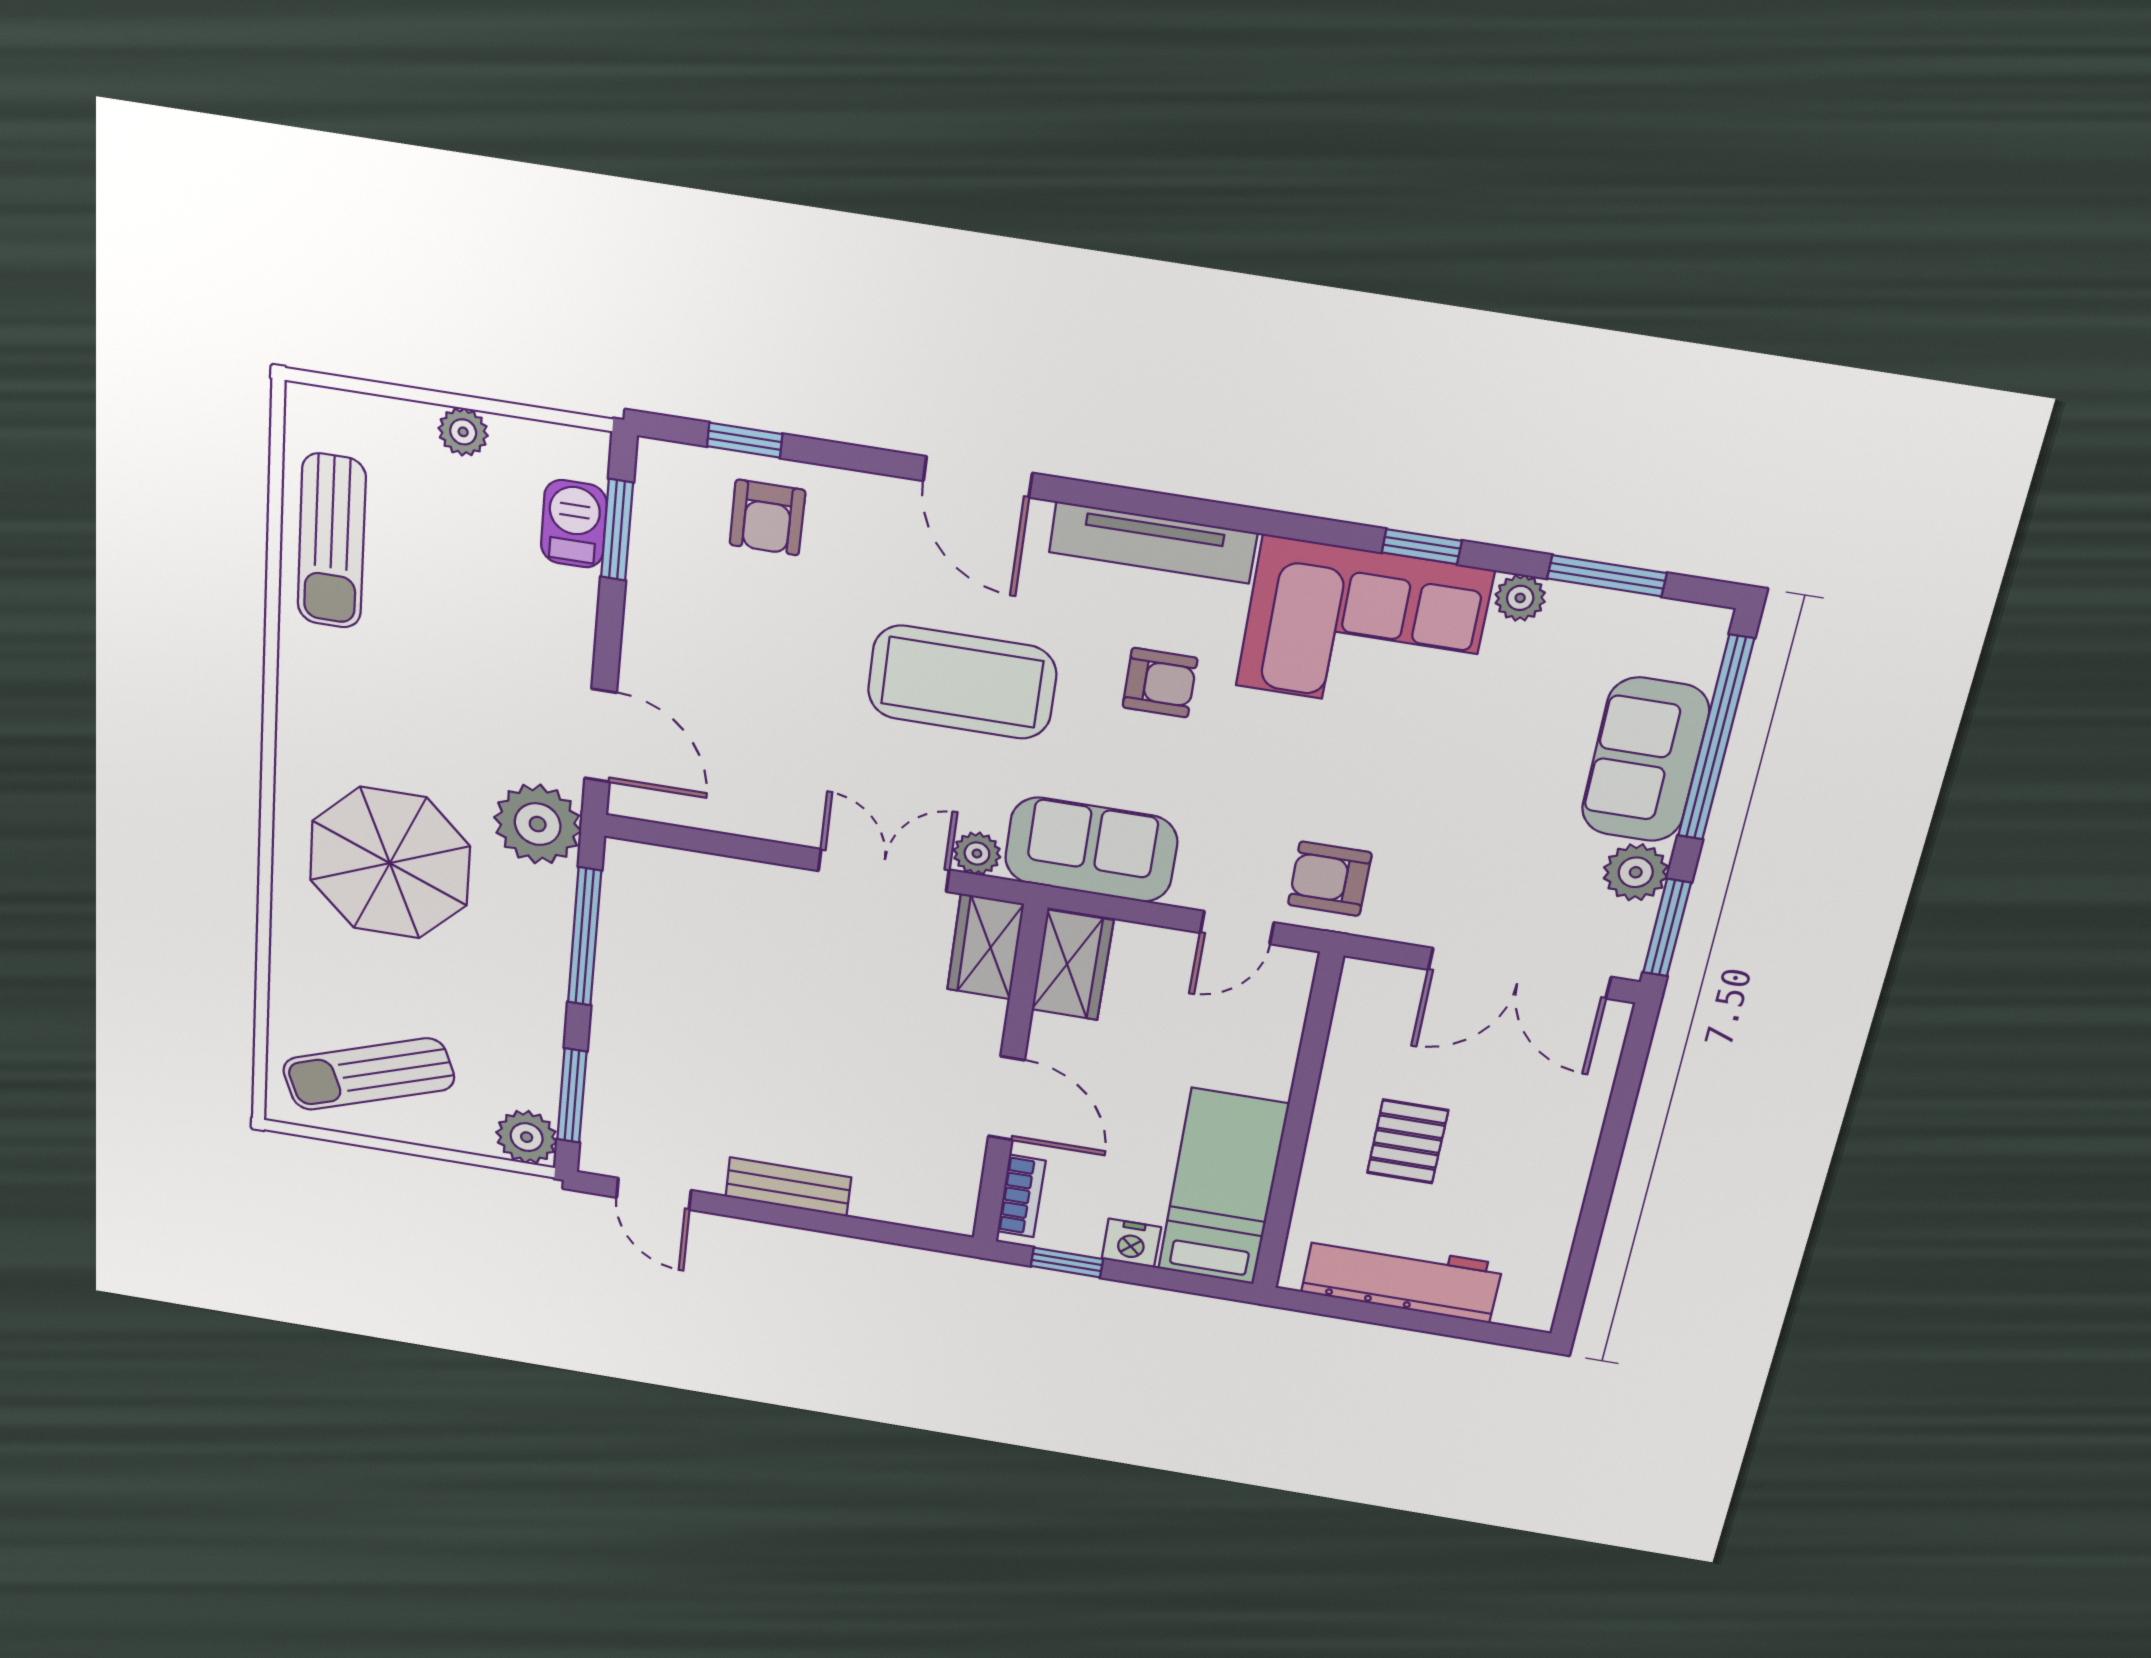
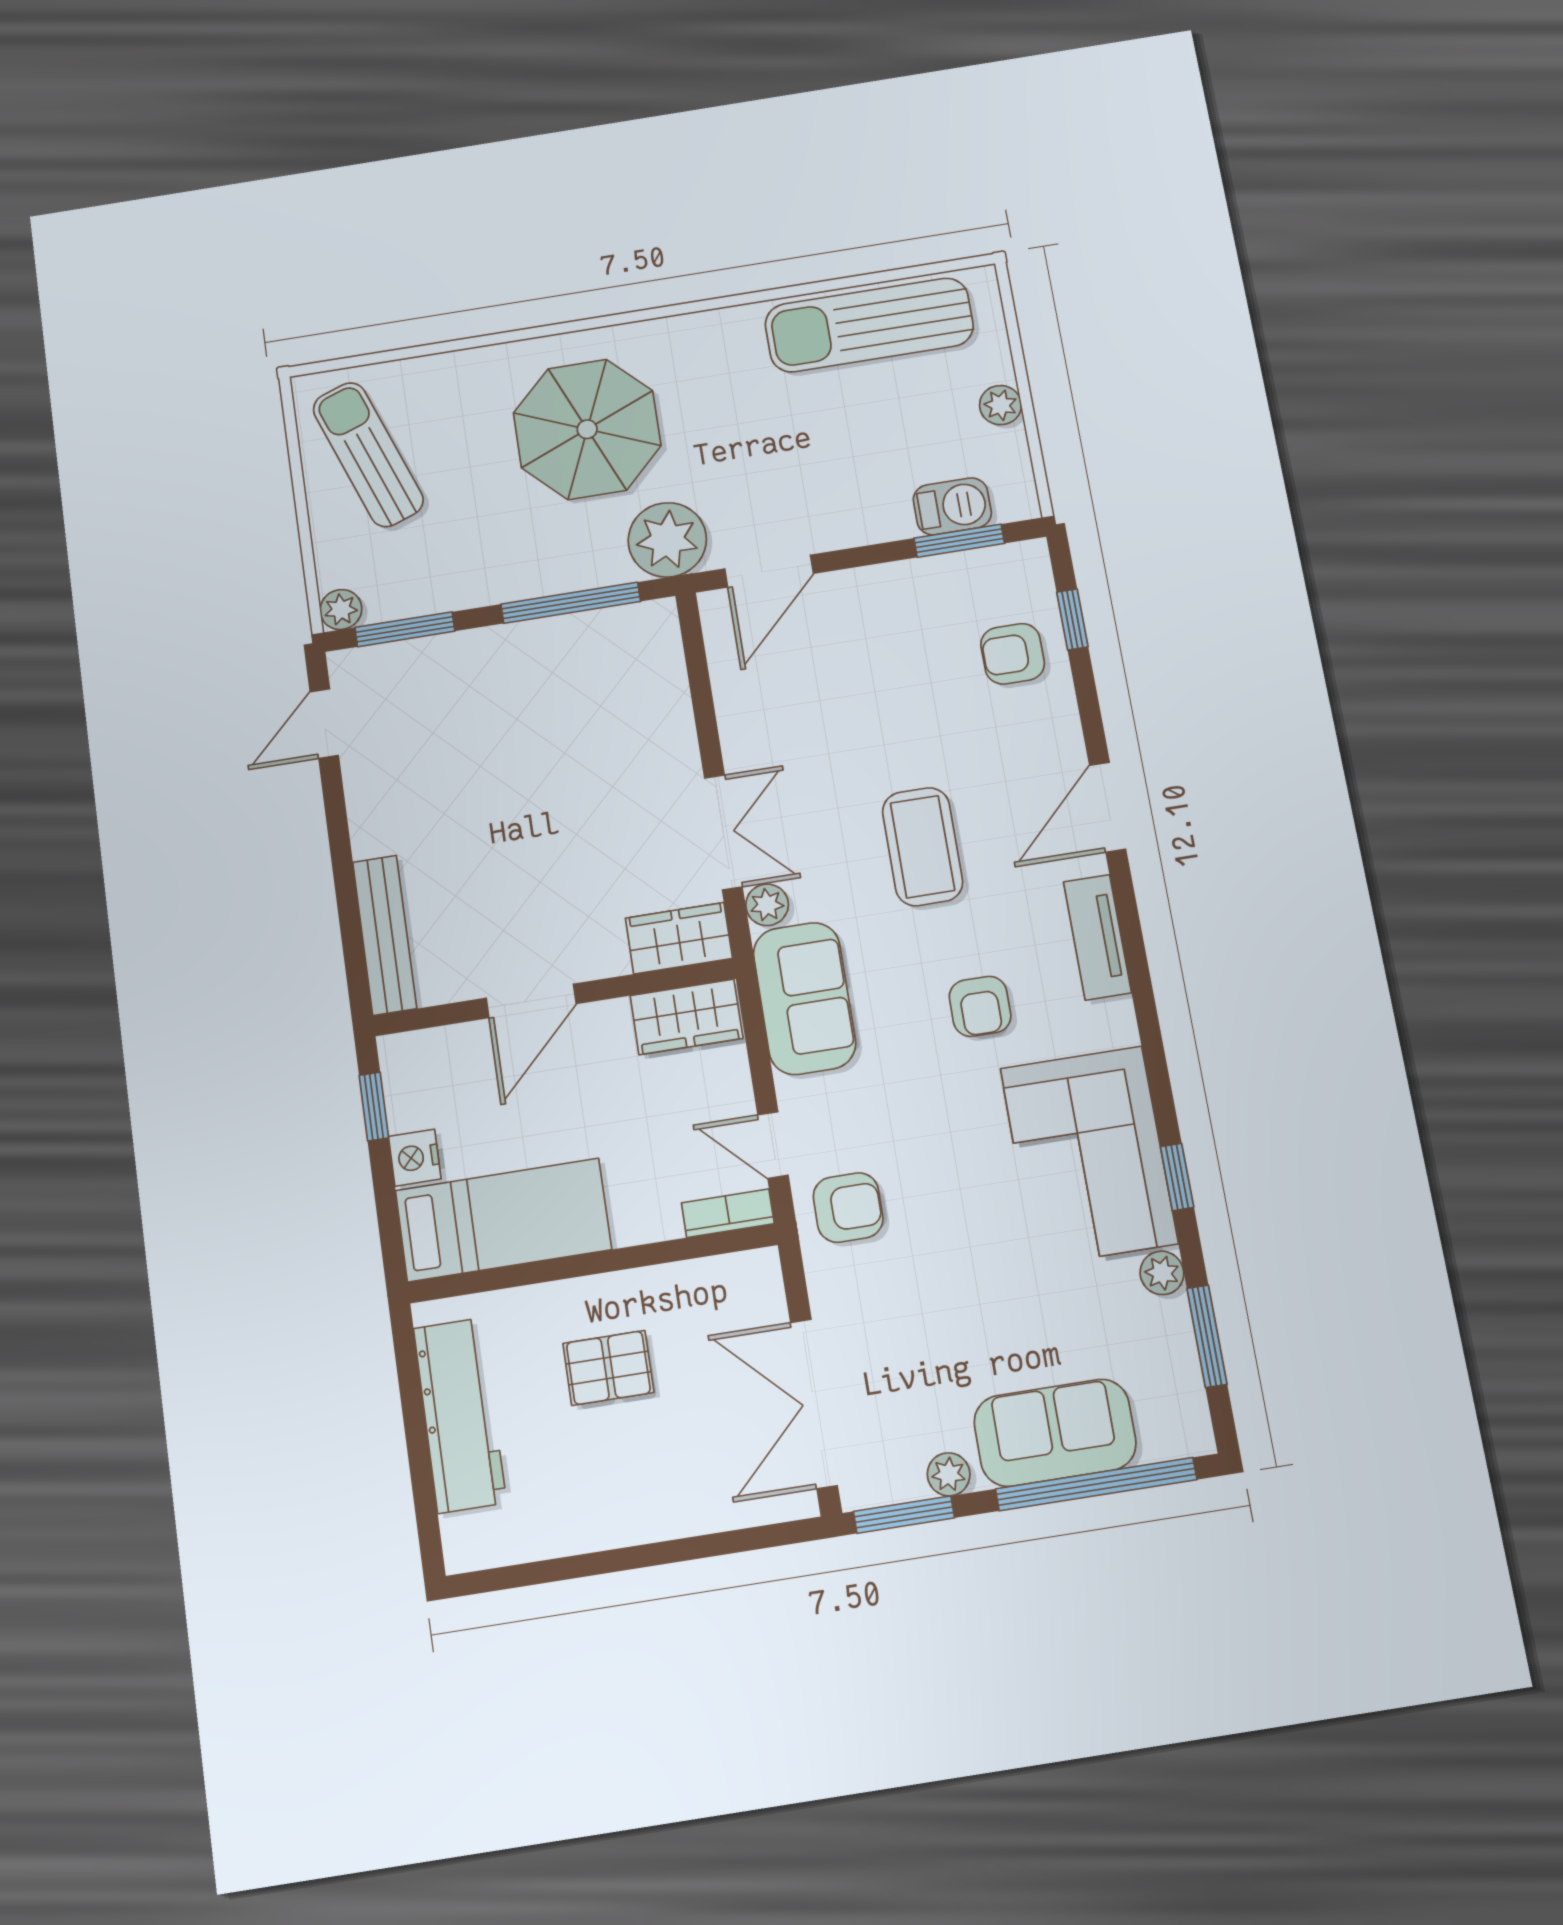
sun lounger: (332, 541) -> (869, 325), width x1.36, depth x1.34
tv unit: (1153, 543) -> (1097, 937), width x0.71
coffee table: (962, 682) -> (923, 847), width x0.73, depth x0.76
plant: (1636, 872) -> (949, 1474), width x0.73, depth x0.73
armchair: (1330, 879) -> (848, 1208), turned 90
plant: (527, 1137) -> (341, 609), width x0.73, depth x0.73
bench: (788, 1187) -> (385, 935), moved, width x1.36
bookcase: (1021, 1196) -> (728, 1213), moved, turned 180

